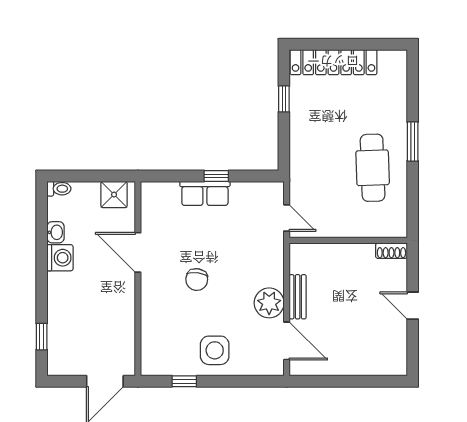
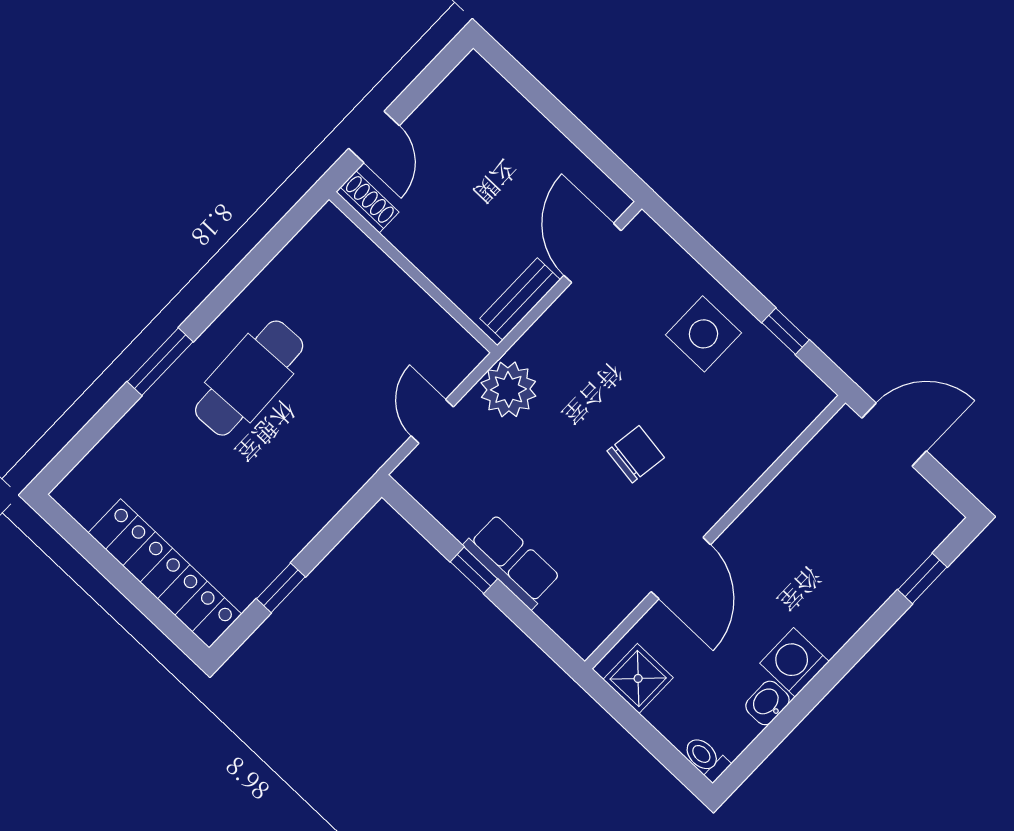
wall: (348, 240) -> (413, 272), moved
shoe rack: (391, 251) -> (367, 202), moved
plant: (269, 303) -> (508, 389), moved

